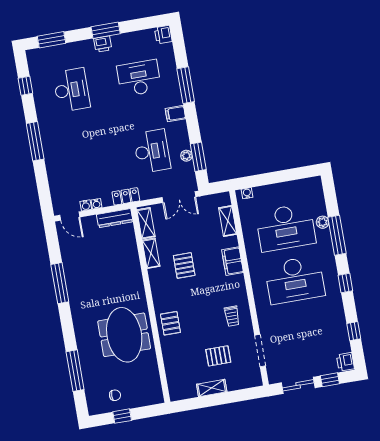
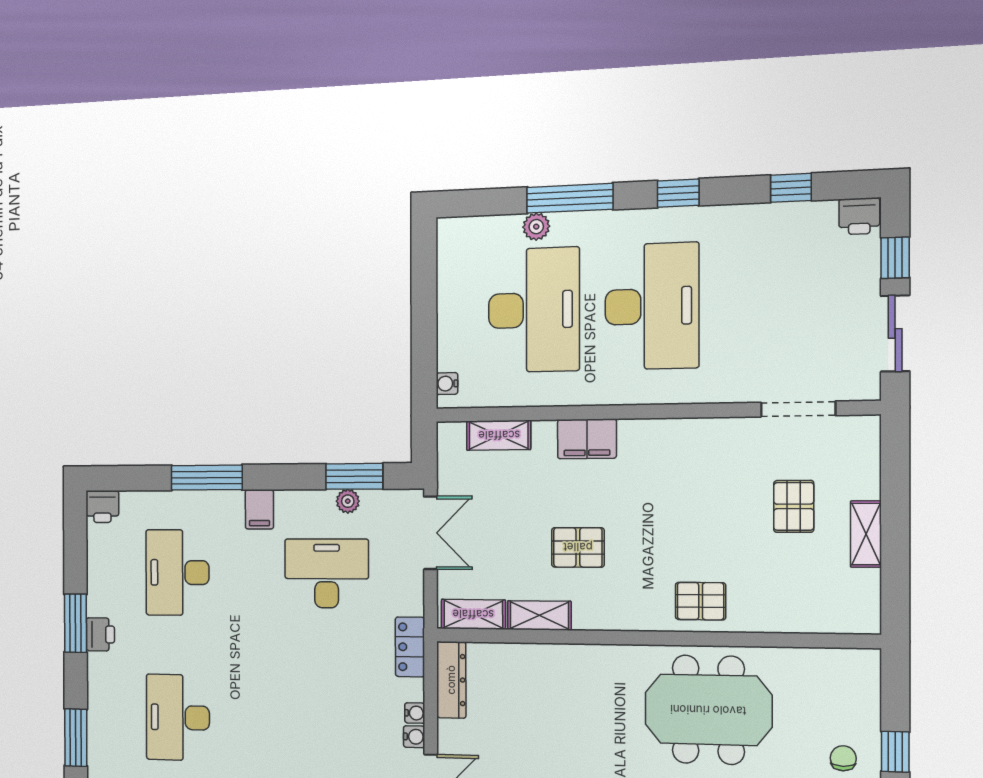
desk: (72, 90) -> (178, 717), turned -90
trolley: (232, 316) -> (708, 460), removed

